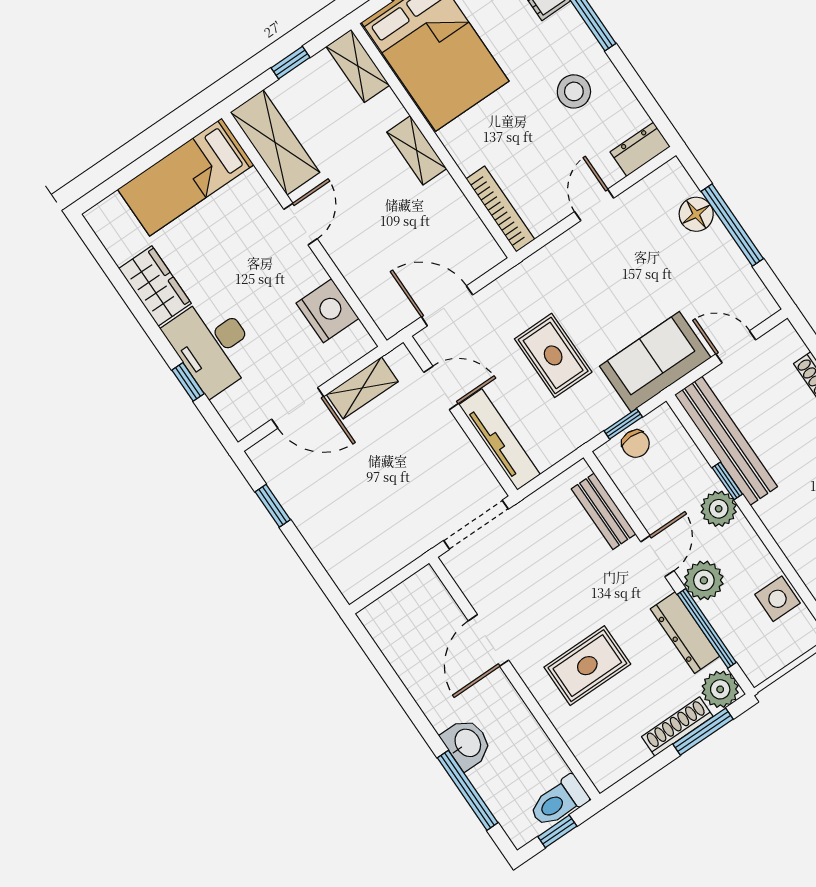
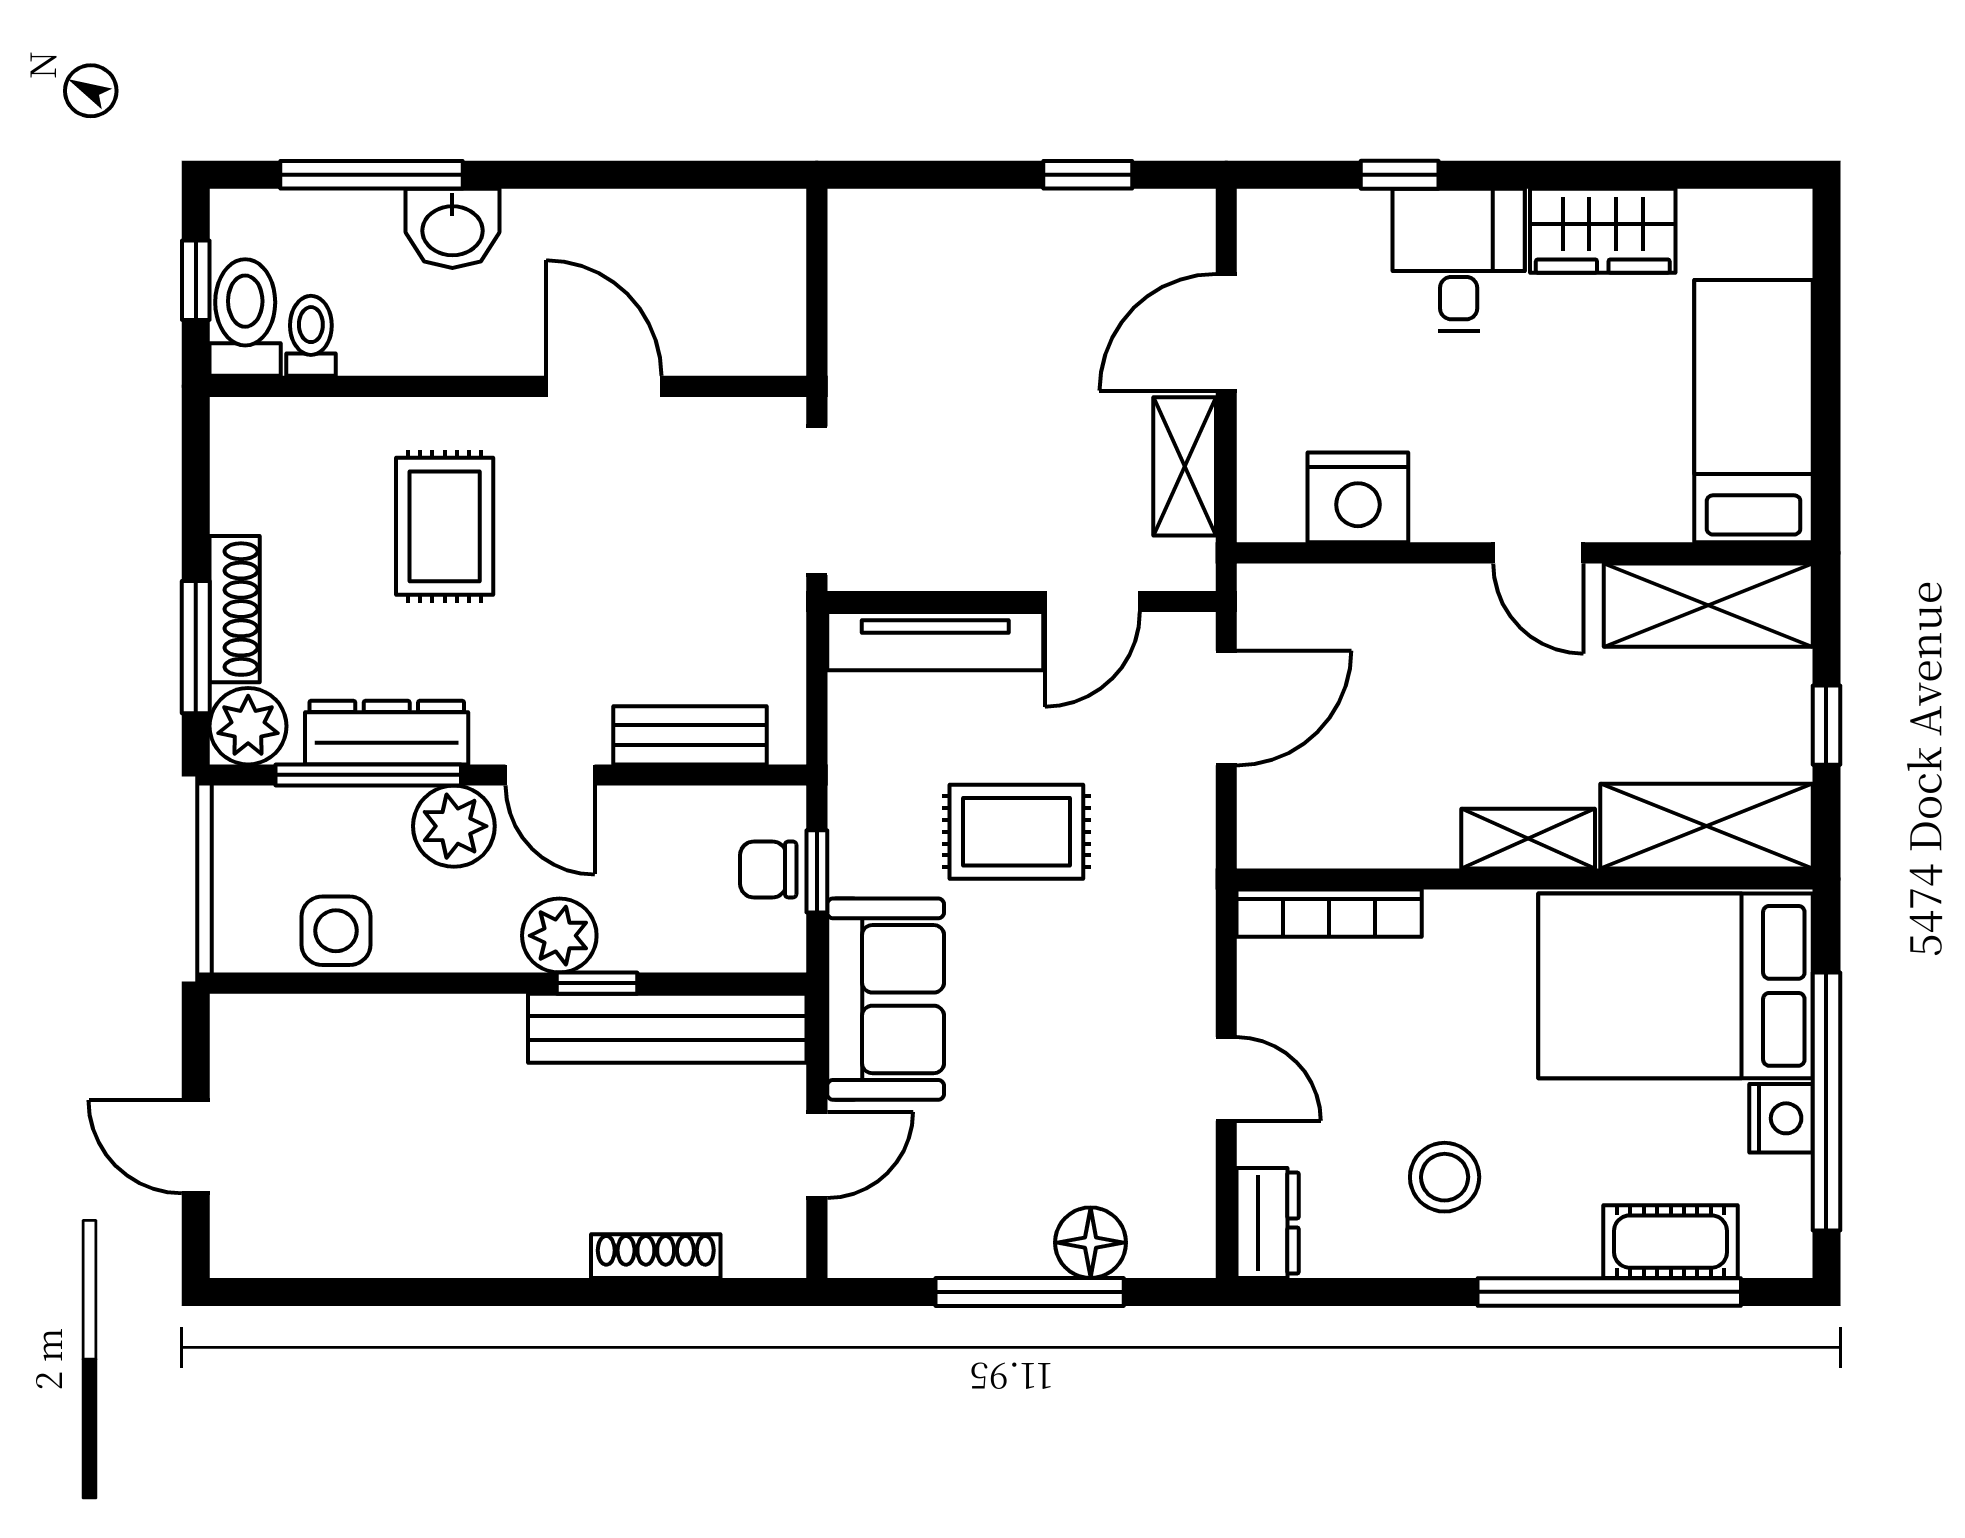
shelving: (358, 66) -> (1707, 826), width x1.50, depth x1.33
desk: (212, 345) -> (1459, 260), width x0.73
toilet: (548, 771) -> (311, 336), added

